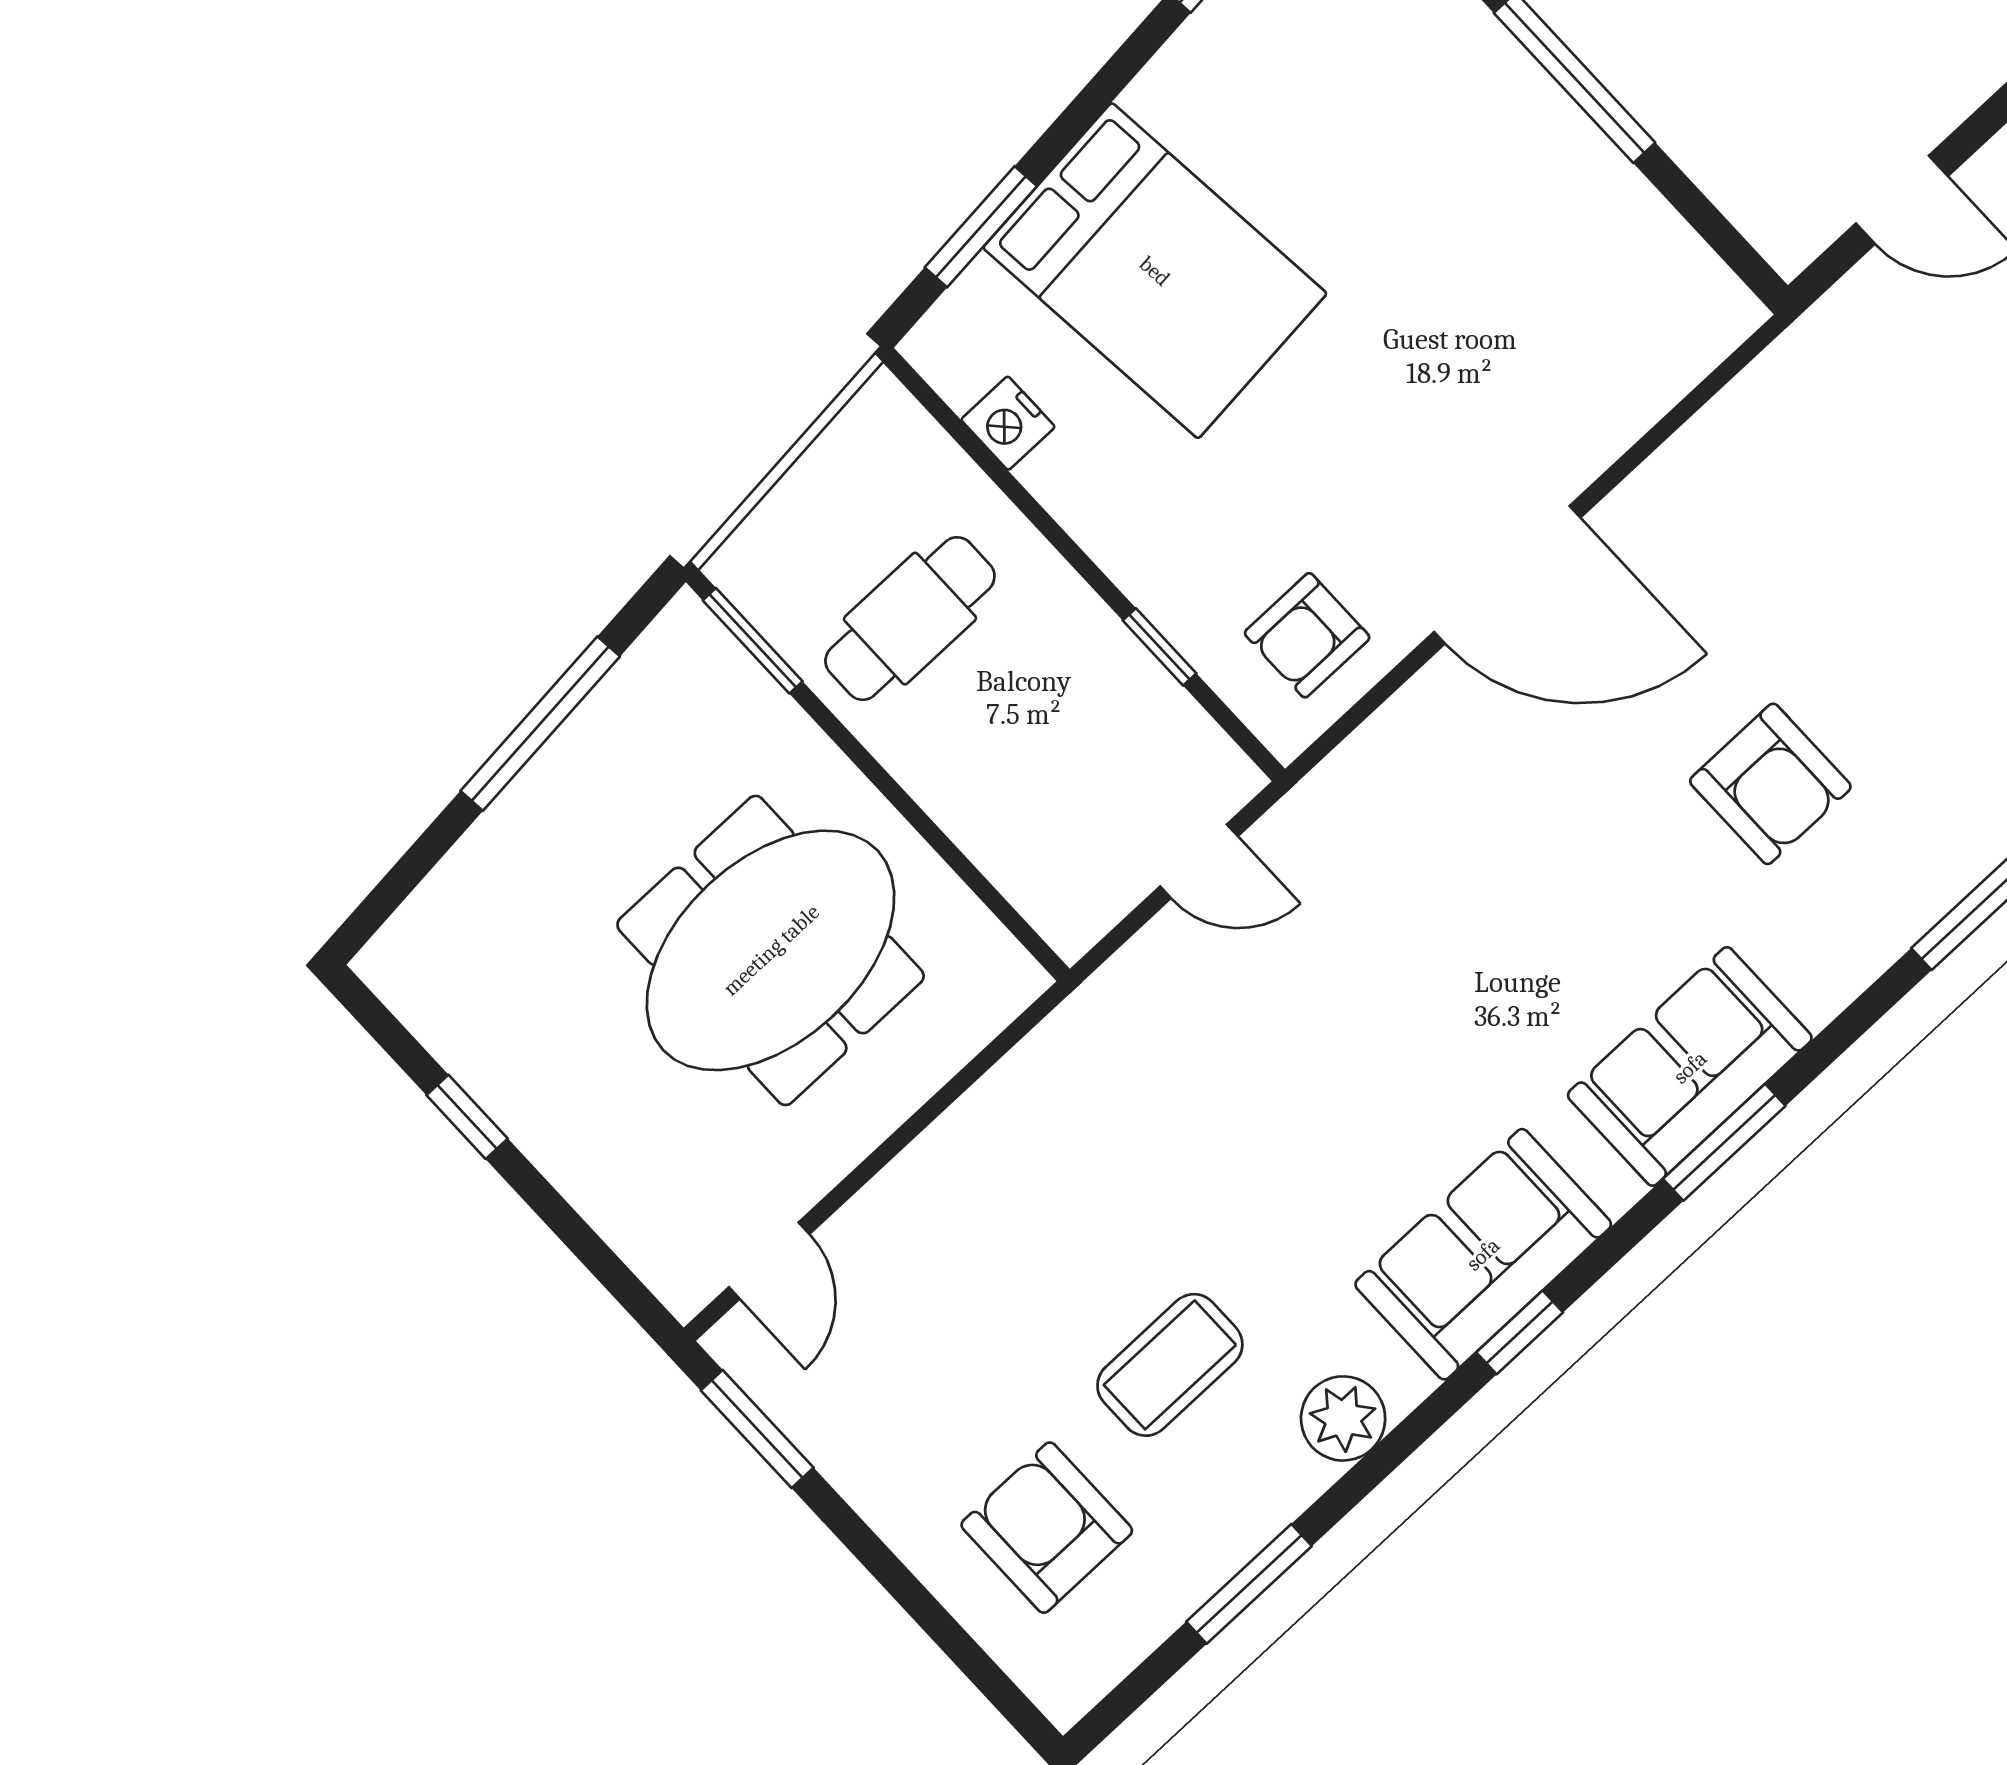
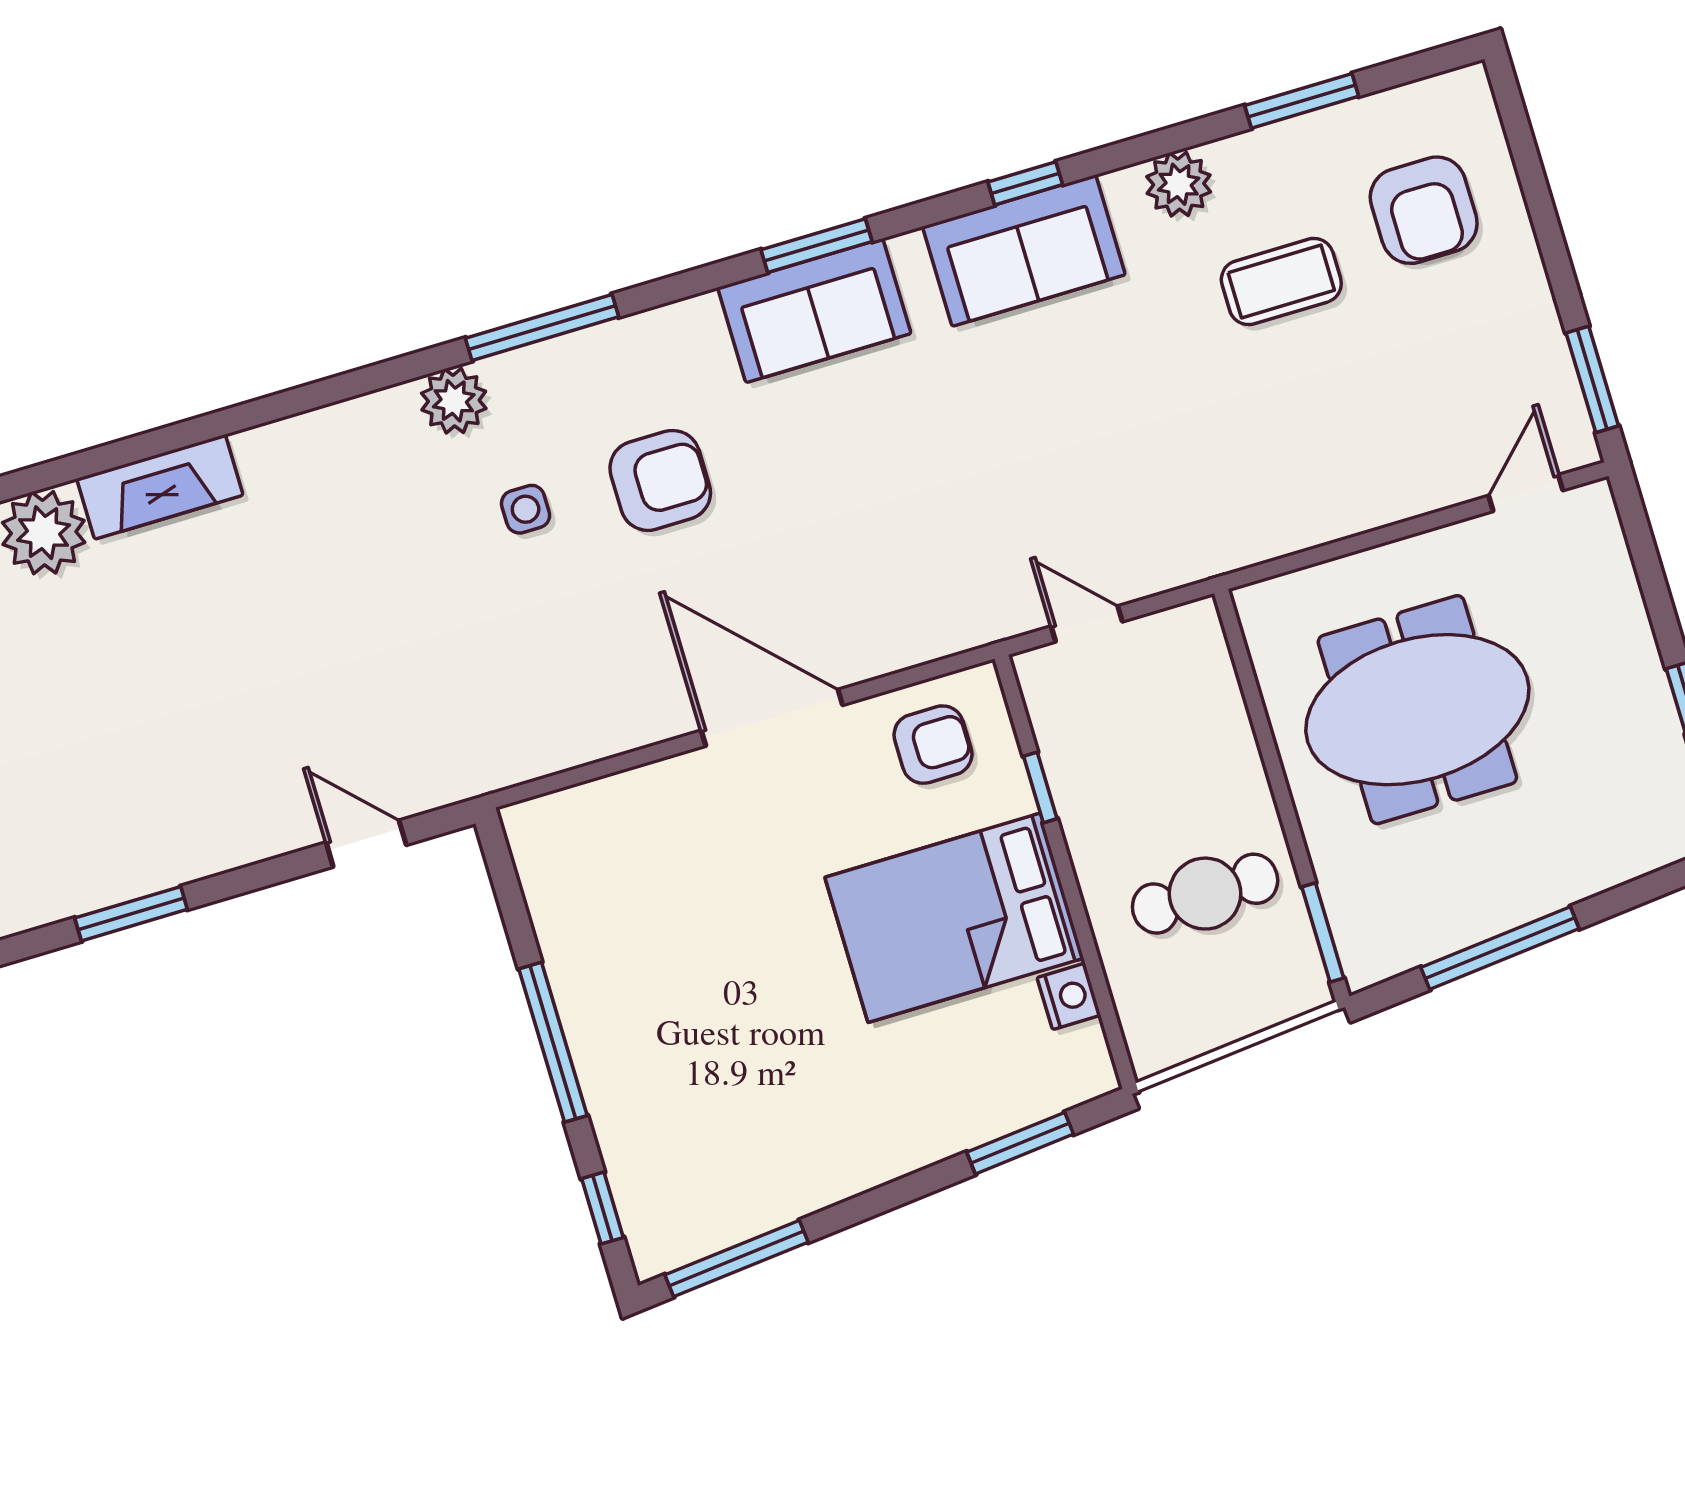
bed: (1155, 271) -> (954, 918), moved, turned -84
side table: (1909, 674) -> (526, 509), added
armchair: (1770, 784) -> (660, 480), turned 90

